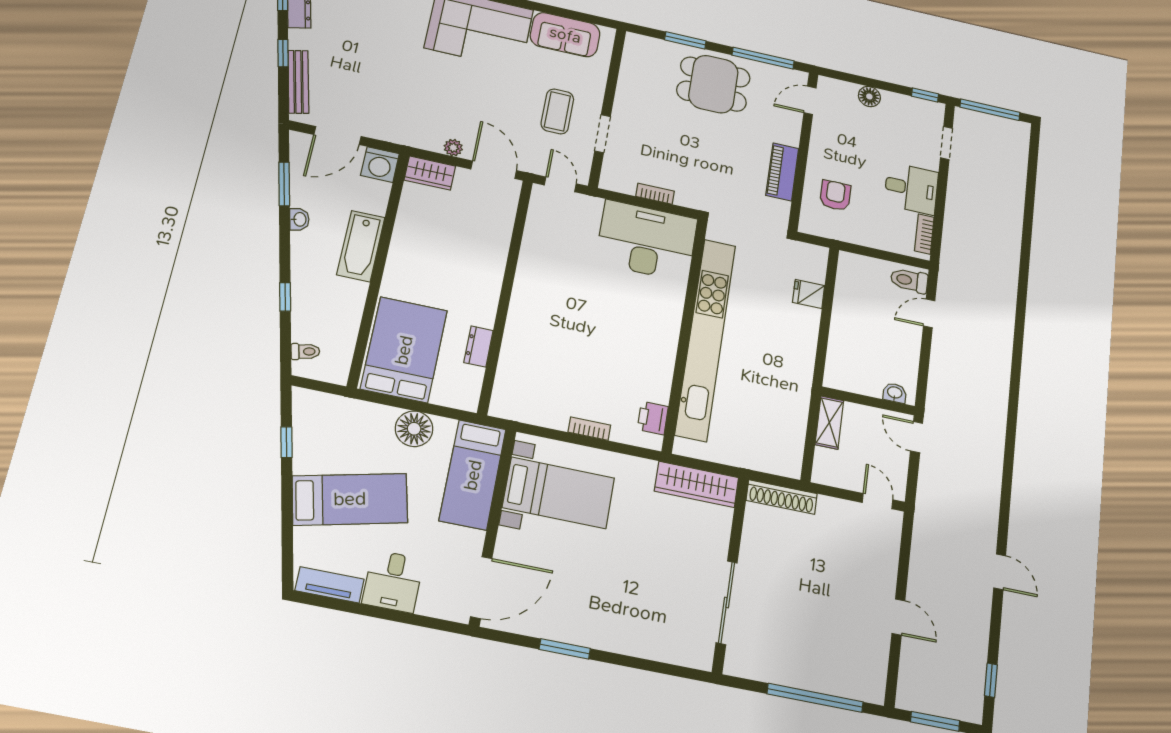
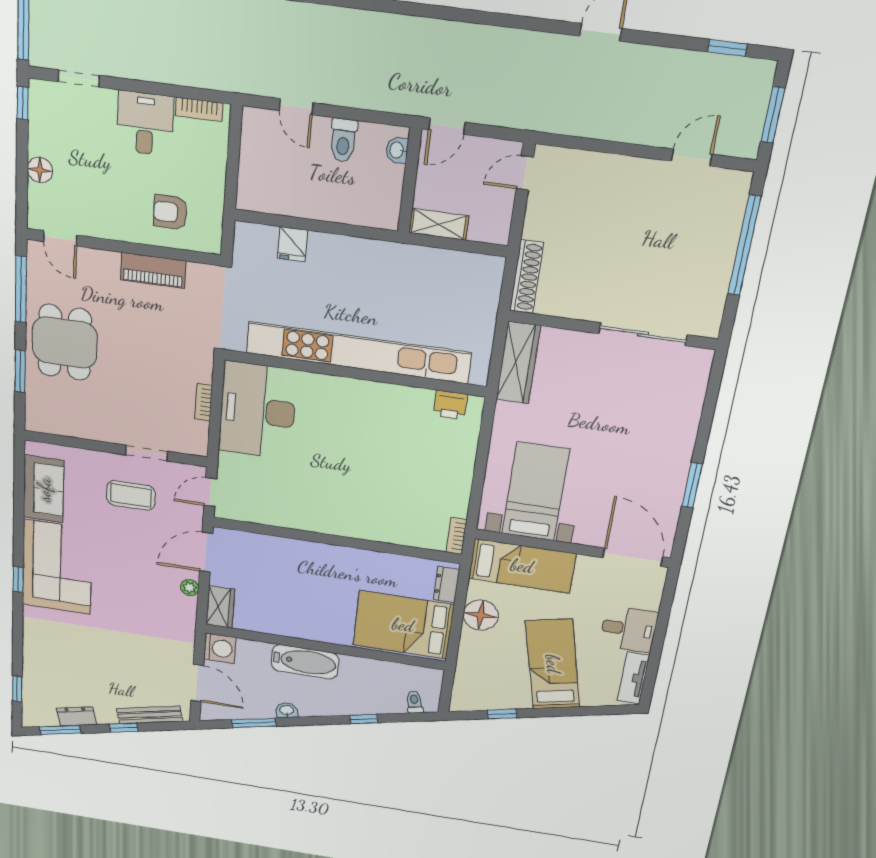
toilet: (909, 280) -> (343, 140), moved
dresser: (478, 346) -> (446, 585), moved, turned 90
bookcase: (589, 429) -> (457, 536), moved
door: (898, 617) -> (692, 158), moved

